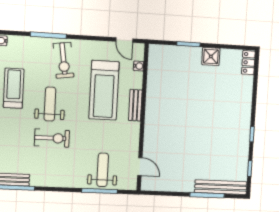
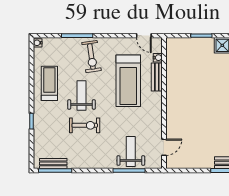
bench: (135, 105) -> (157, 77), moved
door: (140, 167) -> (164, 147), hinge flipped

